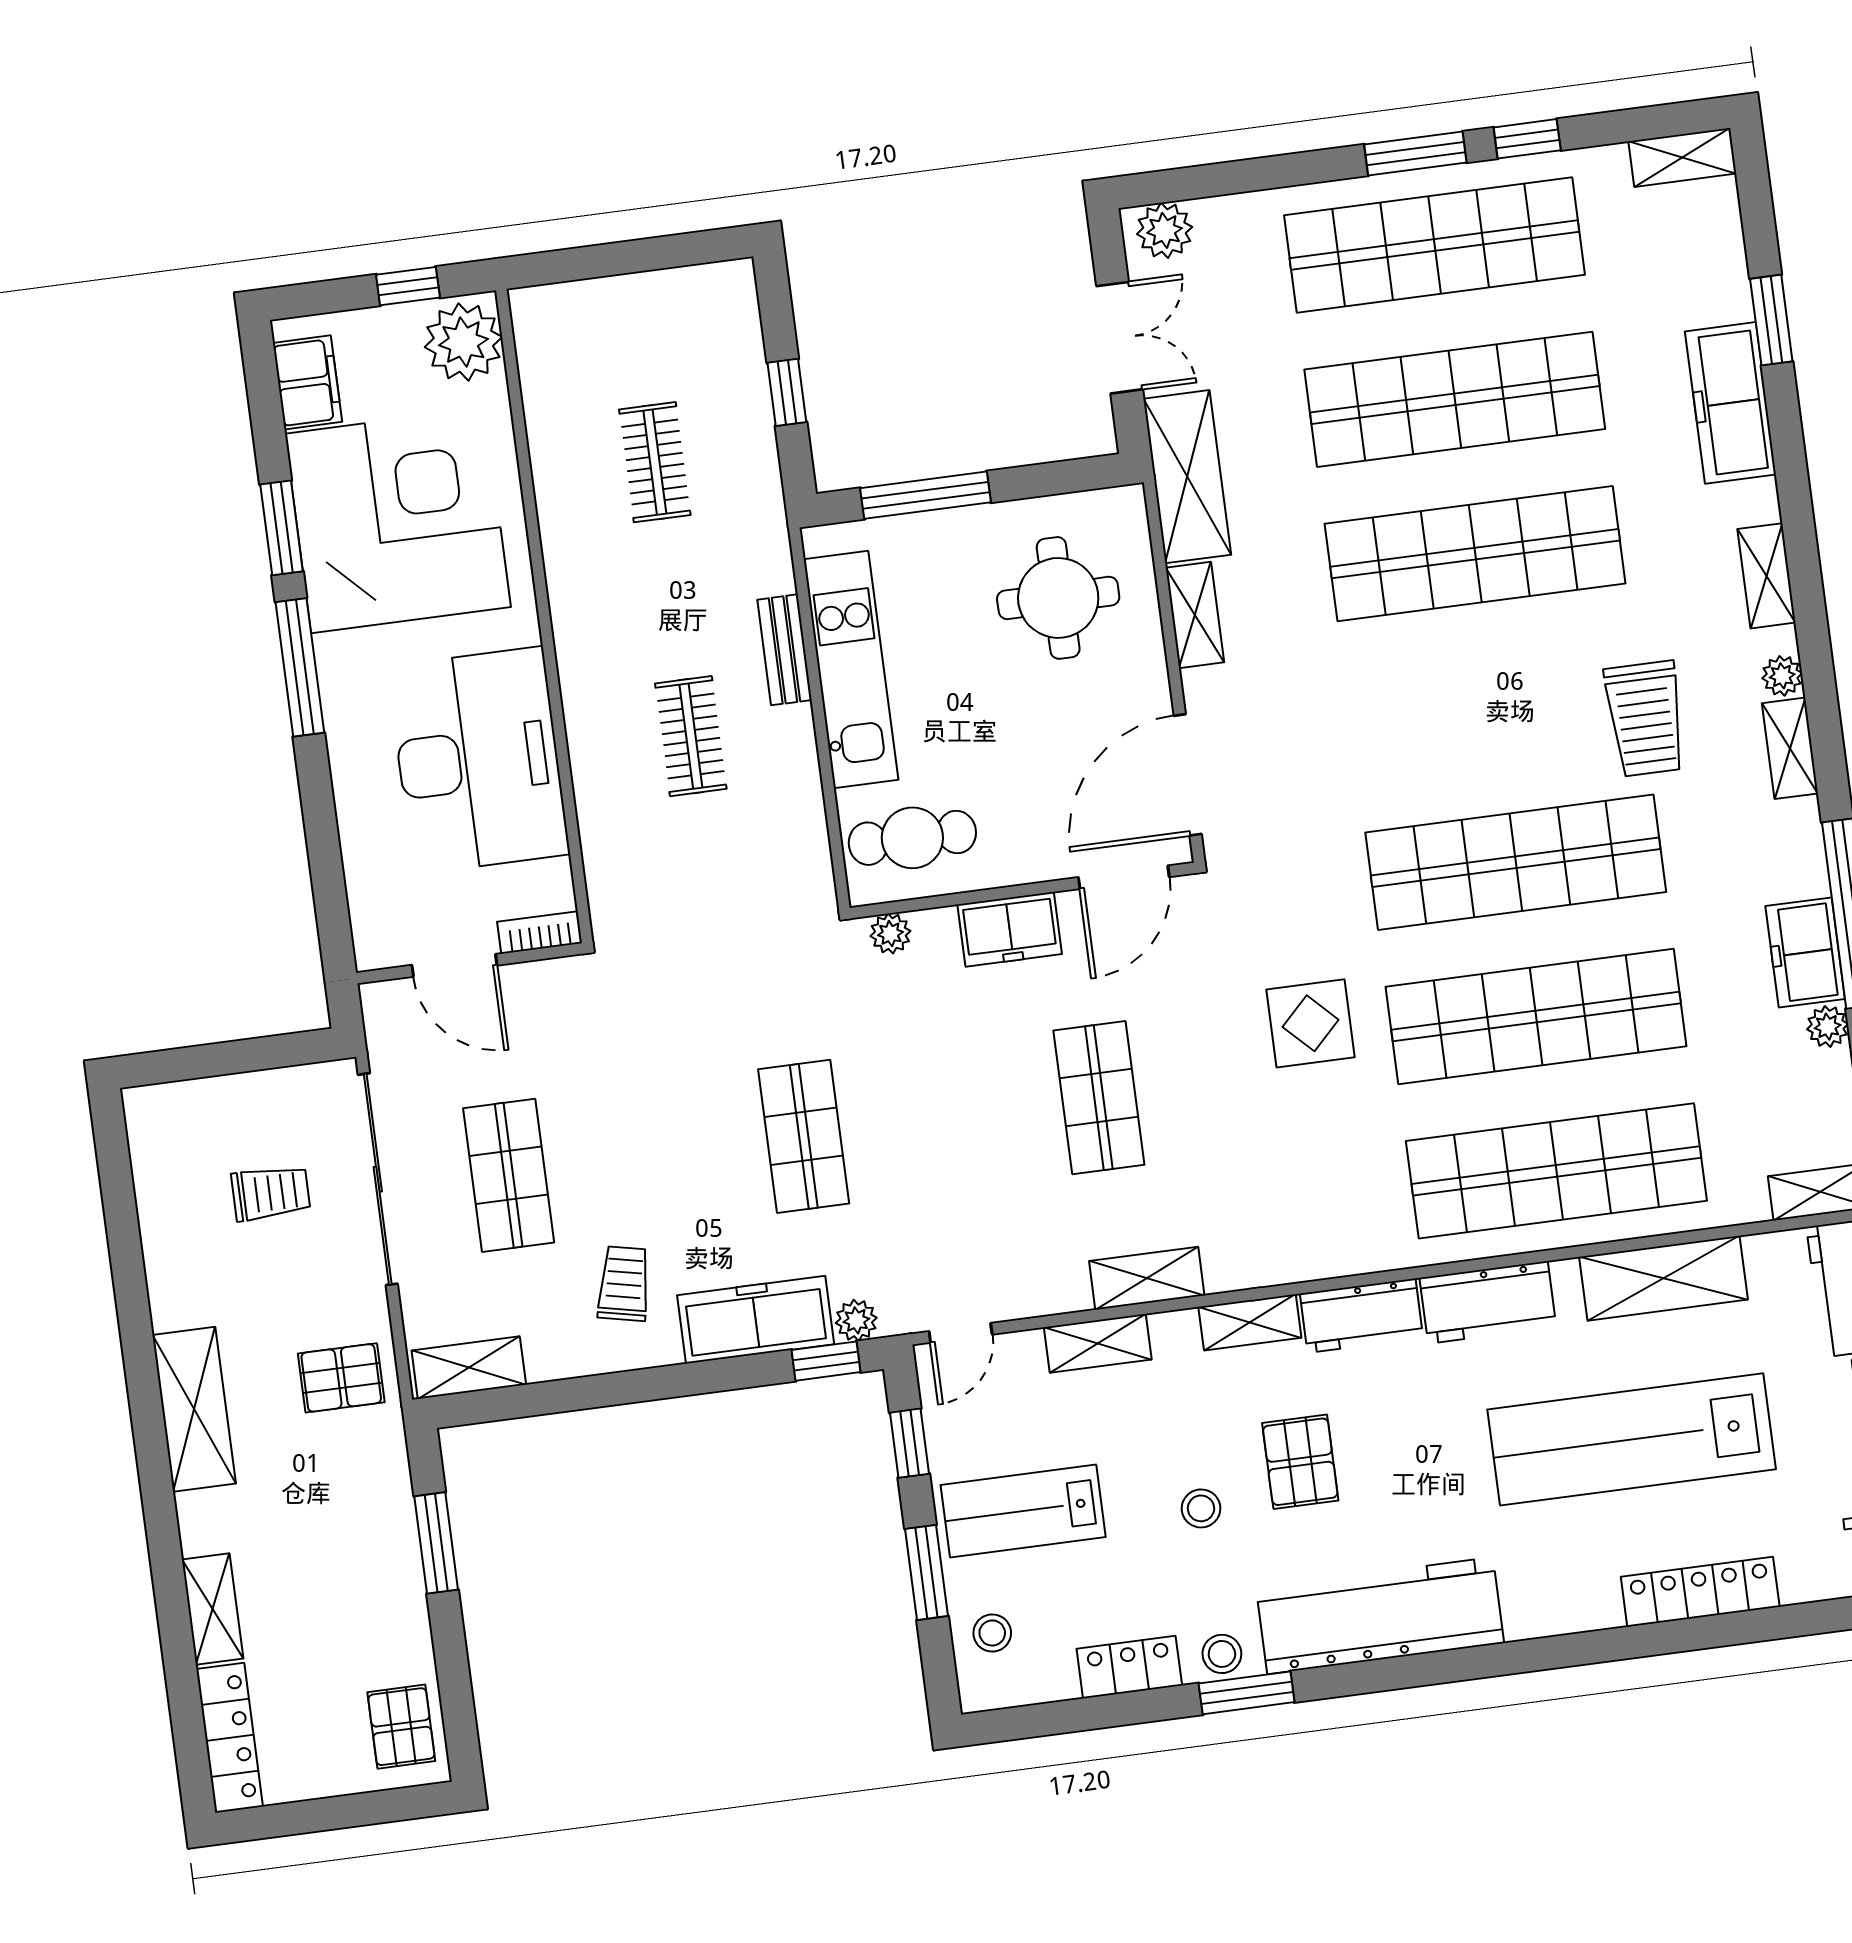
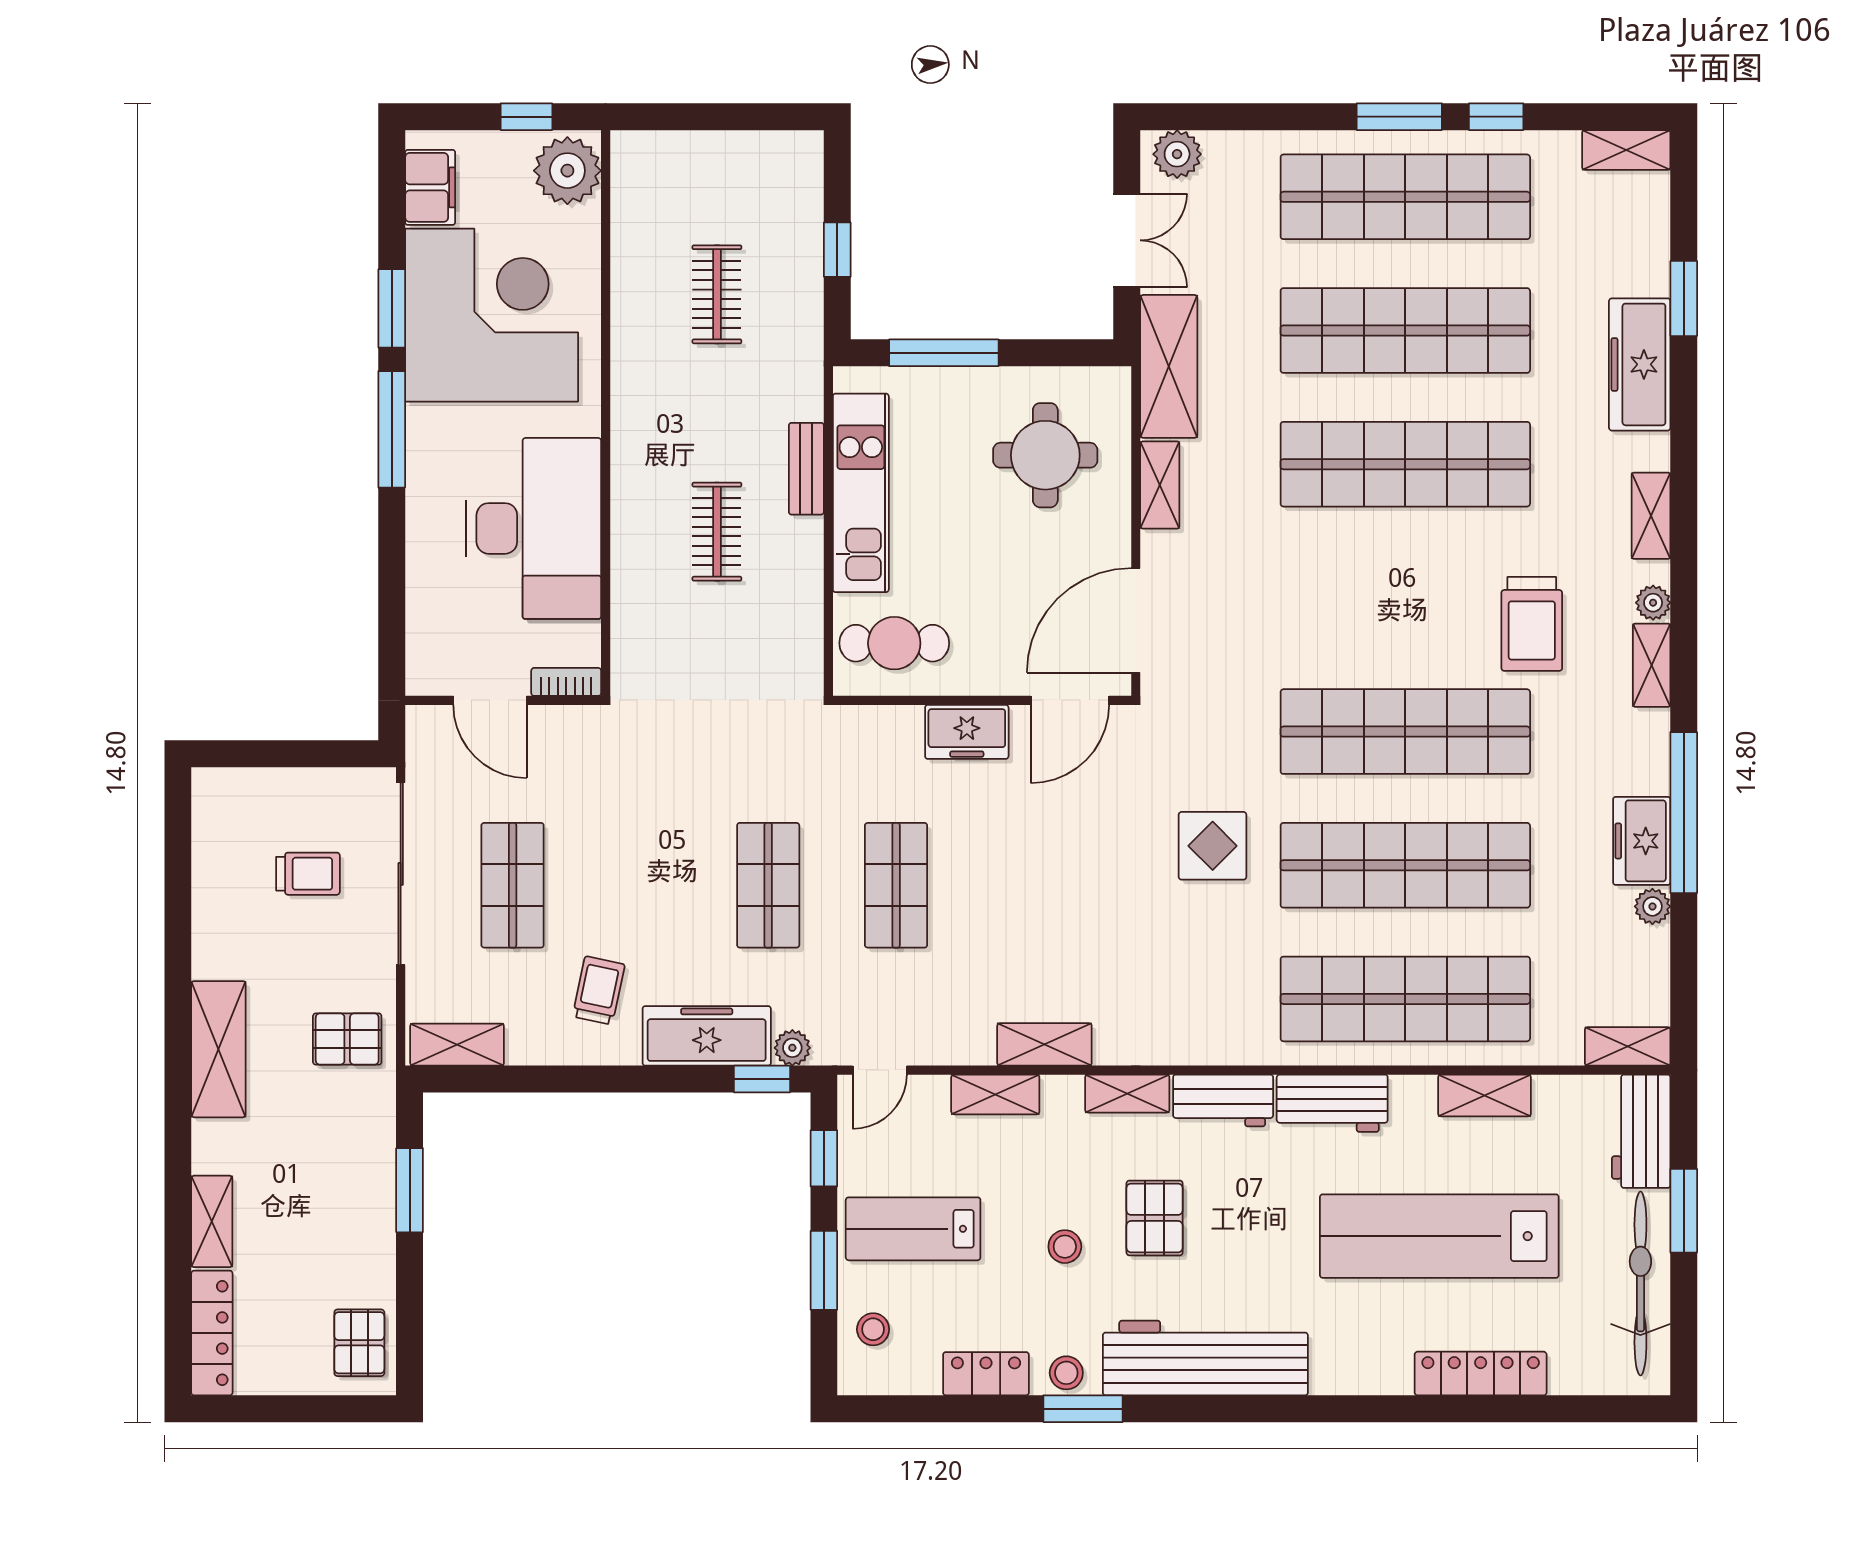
plant: (890, 934) -> (865, 722), removed
shop shelf: (1099, 1098) -> (896, 885), moved
shelving: (1664, 1278) -> (1485, 1095), width x0.67, depth x0.75

